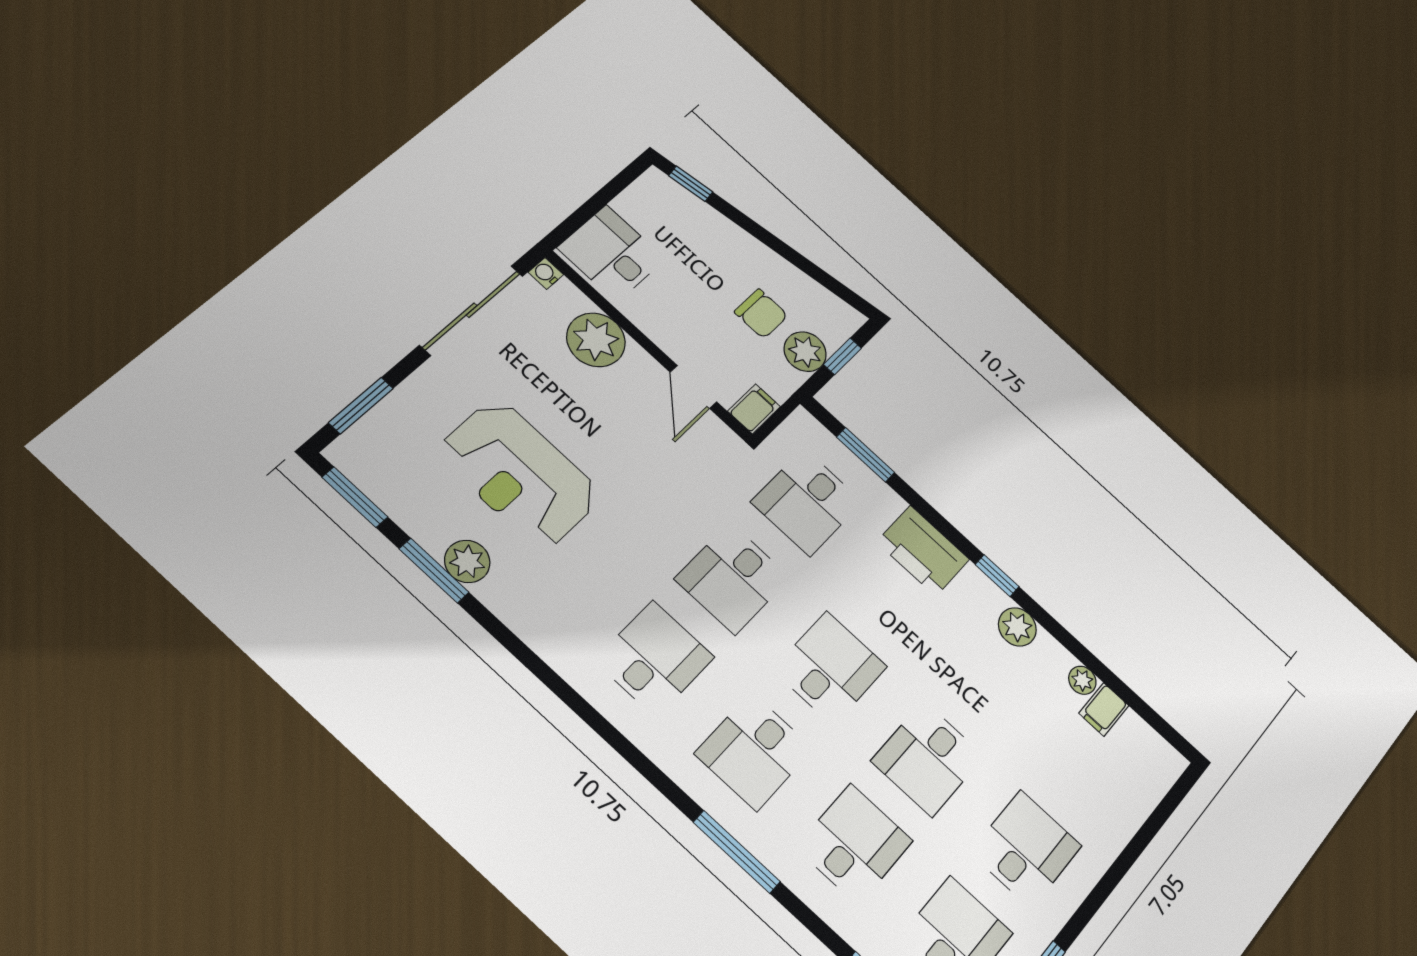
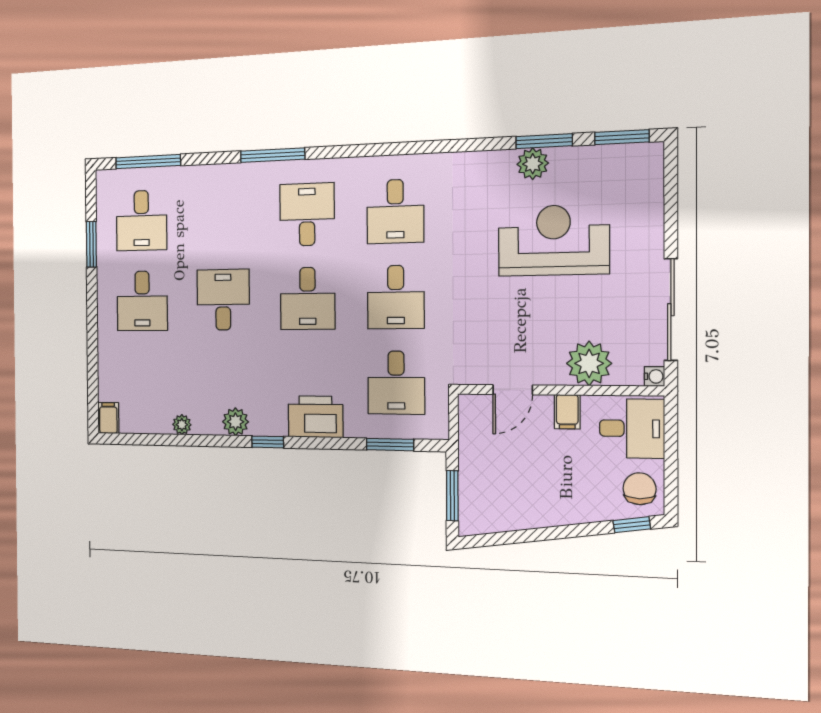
chair: (761, 314) -> (640, 489), moved, turned 90
plant: (805, 352) -> (474, 477), removed
window: (842, 356) -> (452, 496), width x1.50
door: (693, 387) -> (513, 390), swing flipped
window: (361, 406) -> (671, 190), removed
filing cabinet: (754, 409) -> (567, 412), moved
desk: (807, 502) -> (396, 383), turned 180
desk: (733, 578) -> (396, 297), turned 180
filing cabinet: (1104, 709) -> (108, 418), moved
desk: (854, 844) -> (222, 218), removed

